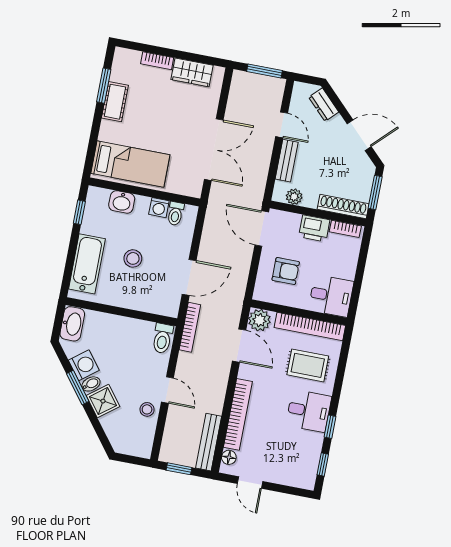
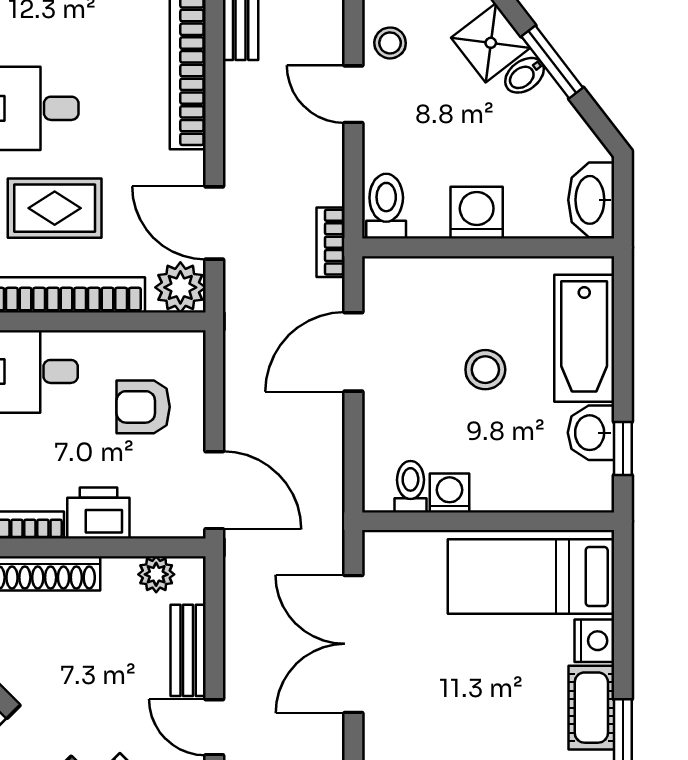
nightstand: (108, 131) -> (594, 641), added
washbasin: (122, 202) -> (591, 433), moved, turned -90
bookcase: (190, 327) -> (331, 242), width x0.64
washing machine: (84, 365) -> (477, 213), moved, turned 128

